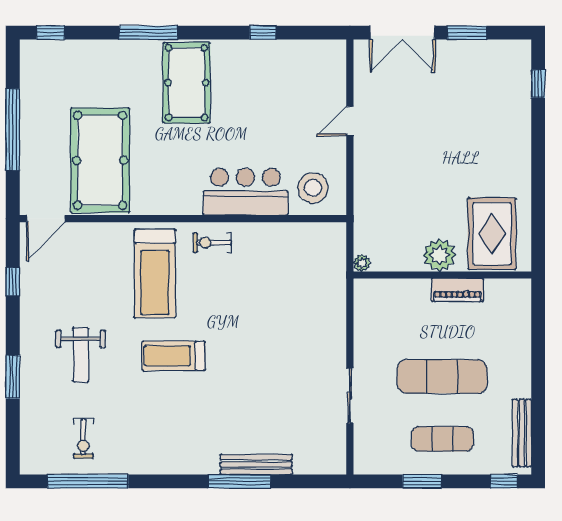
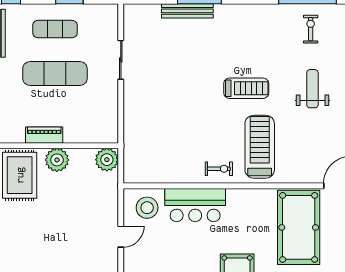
door: (350, 121) -> (121, 237), moved
plant: (362, 263) -> (107, 160), width x1.88, depth x1.88

